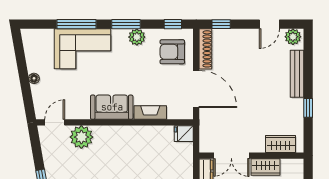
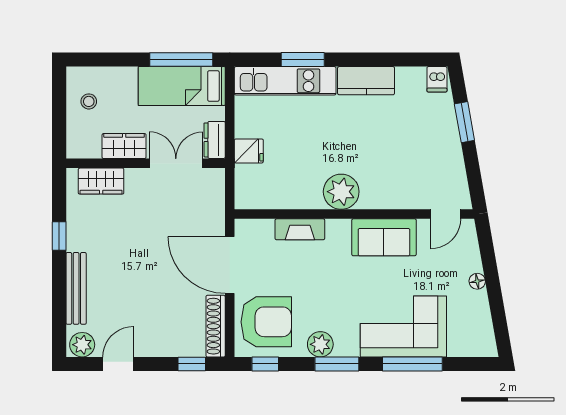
armchair: (172, 52) -> (266, 322), width x1.36, depth x1.36
sofa: (112, 107) -> (384, 237), moved
fridge: (184, 134) -> (249, 151), moved
plant: (81, 137) -> (341, 192), moved

